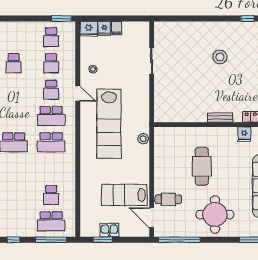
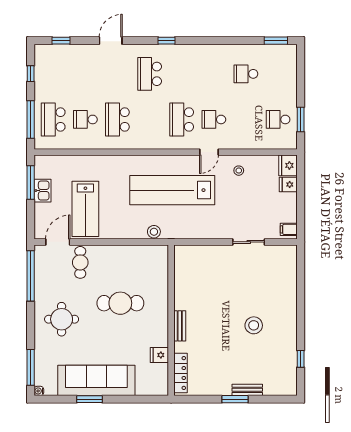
window: (61, 18) -> (301, 120), moved
filing cabinet: (117, 28) -> (289, 229), moved
school desk: (51, 63) -> (246, 119), removed
school desk: (51, 142) -> (117, 119), moved
lab bench: (124, 195) -> (85, 209), turned 180
round table: (215, 214) -> (62, 319), width x0.73, depth x0.73
window: (103, 240) -> (31, 183), width x1.44

